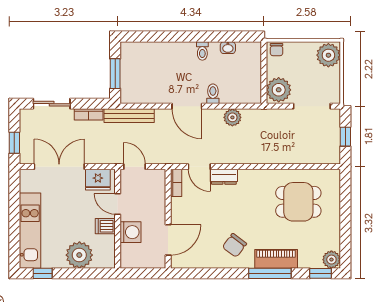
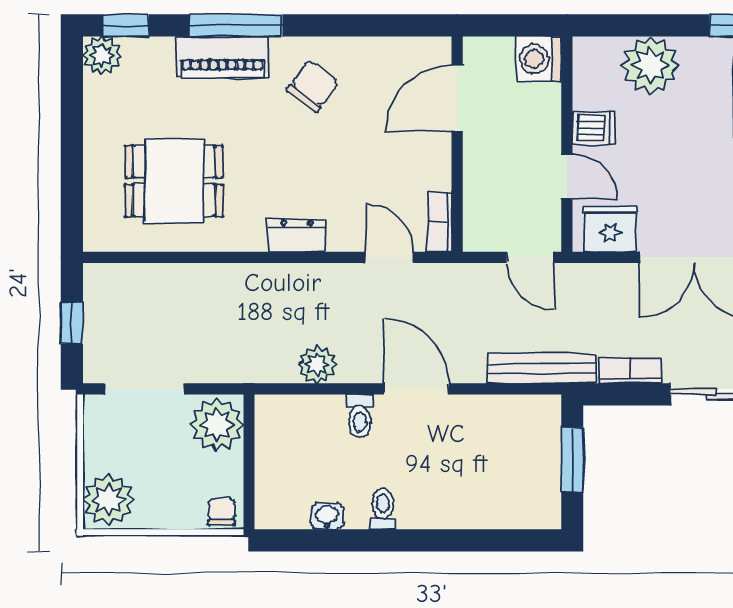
dresser: (224, 177) -> (297, 235), moved
washing machine: (131, 232) -> (539, 59), moved

